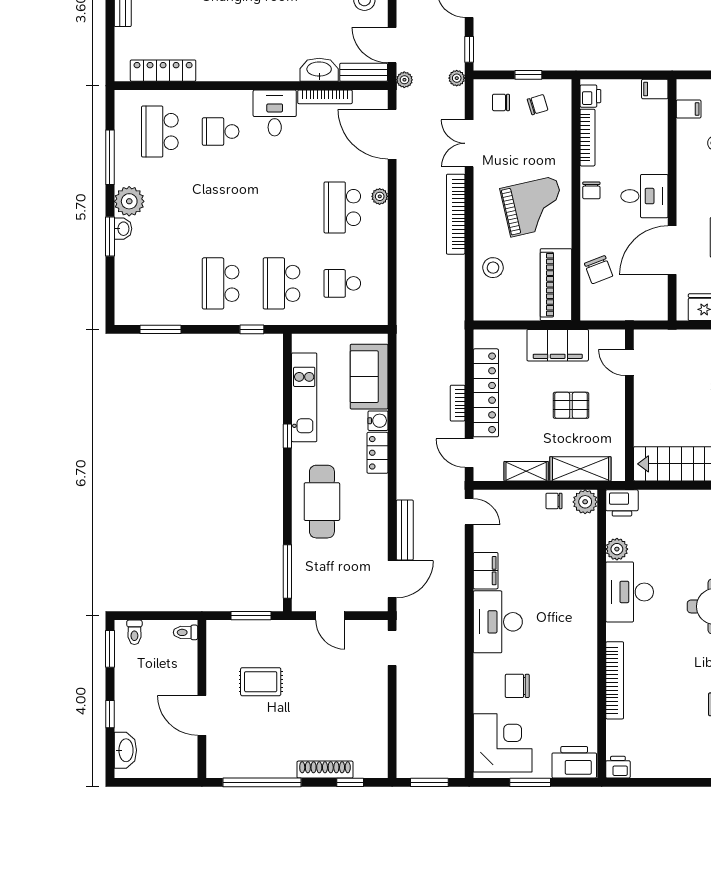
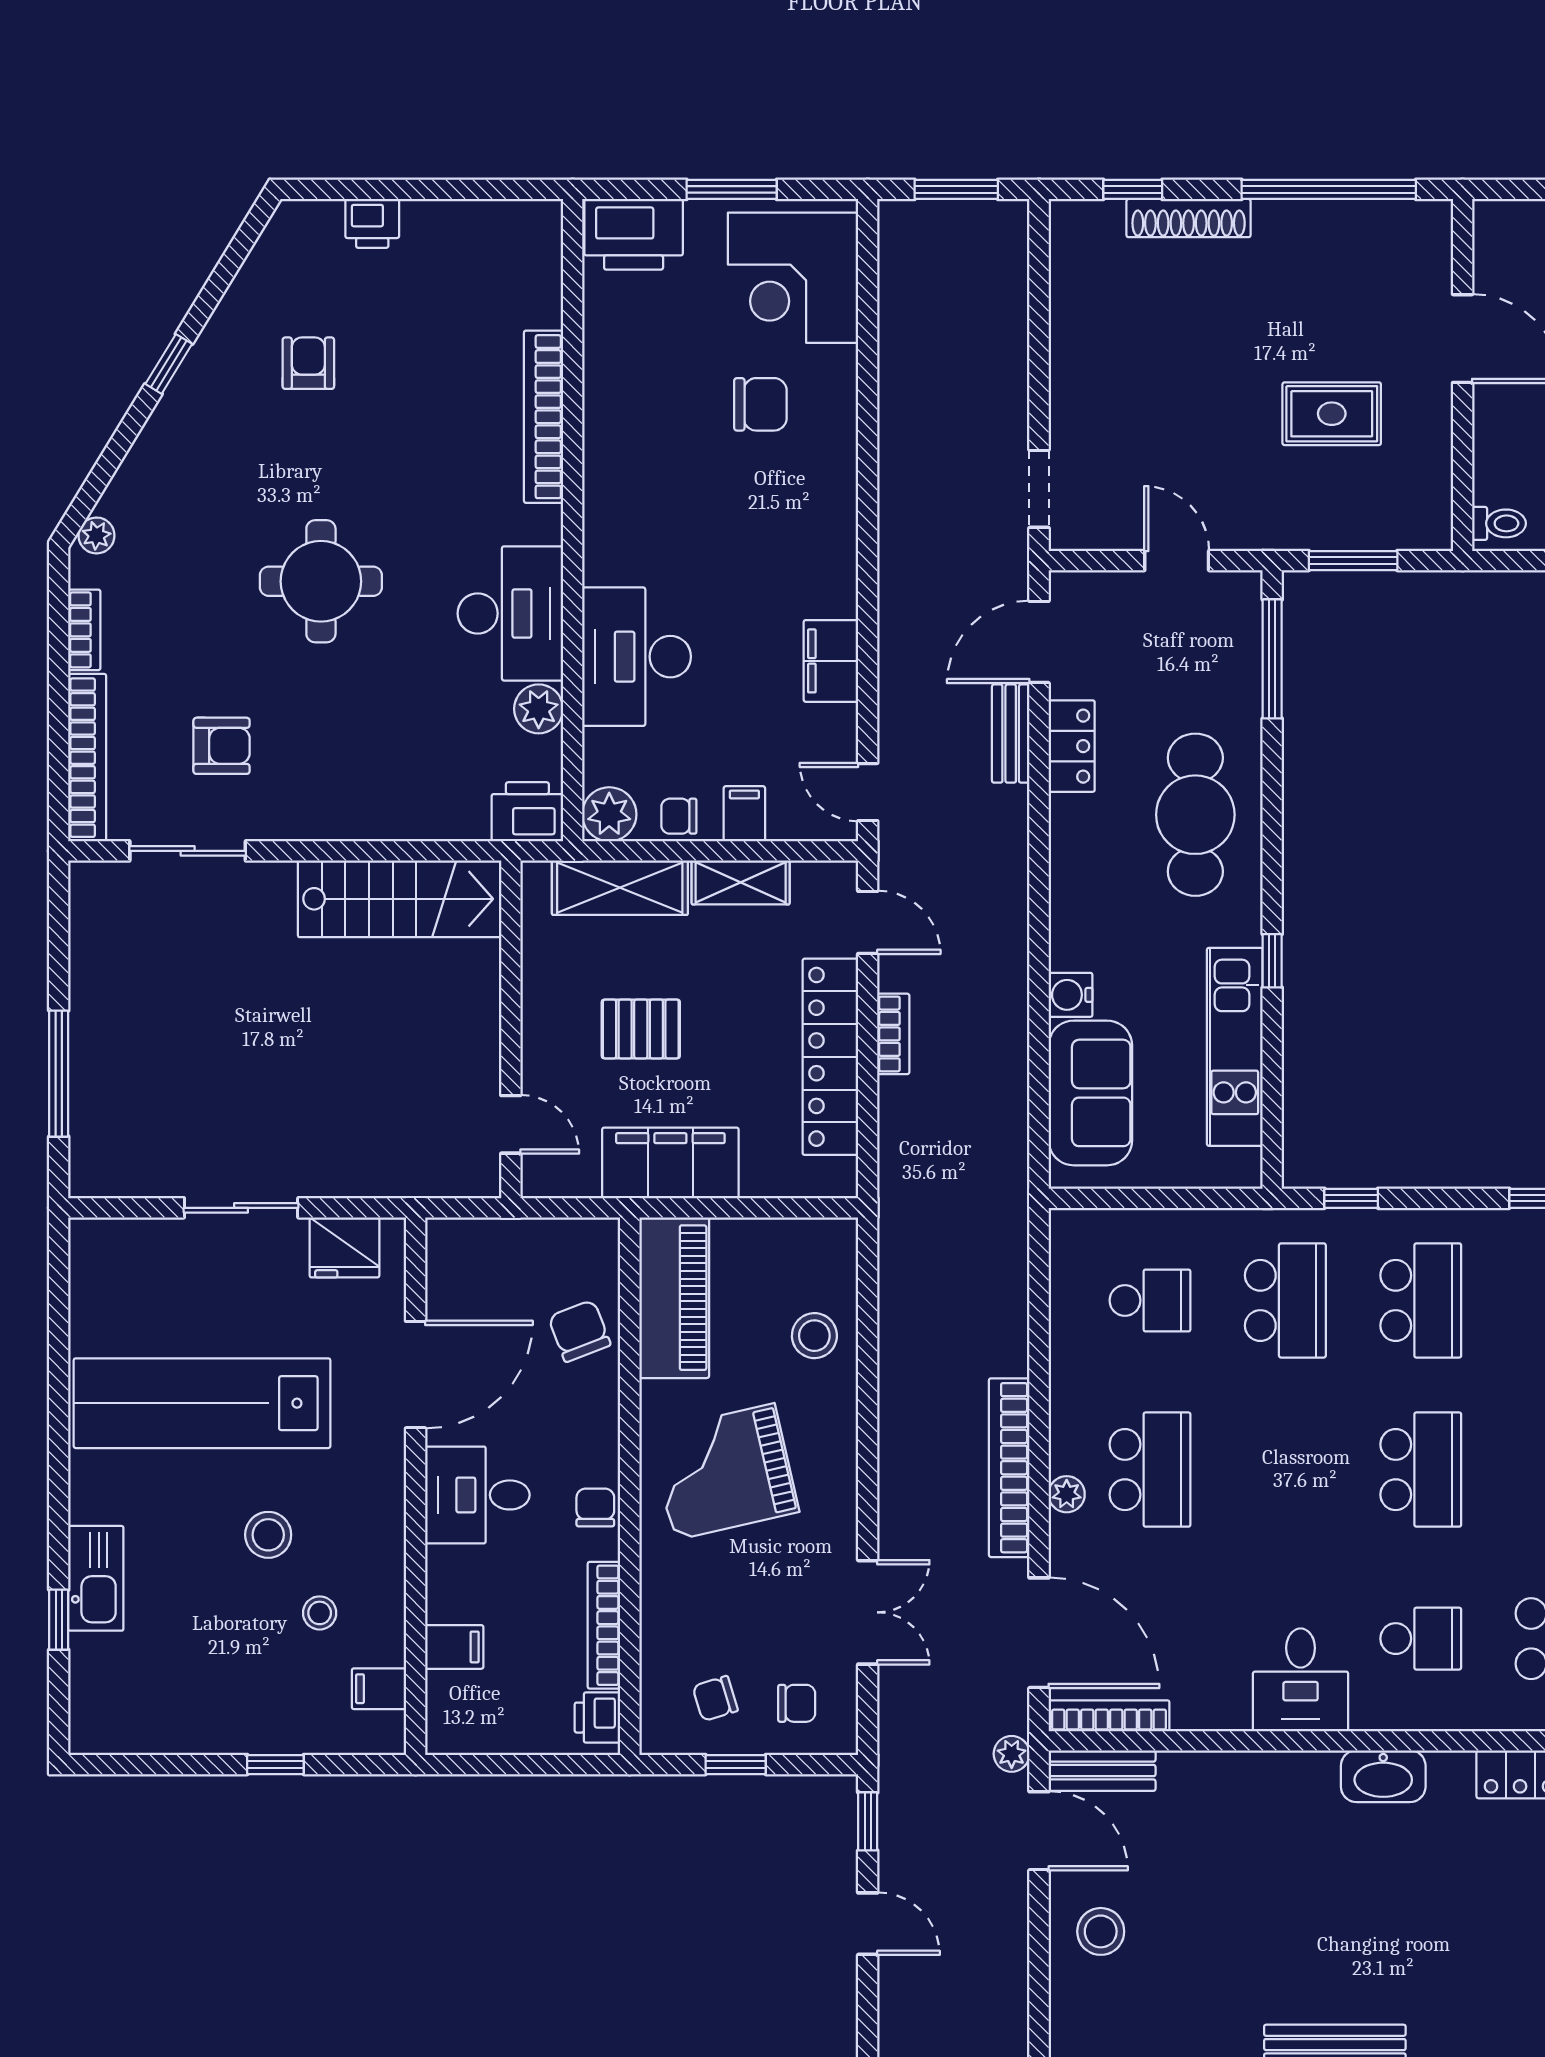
washbasin: (319, 70) -> (1383, 1776), moved
plant: (457, 78) -> (895, 1757), removed
filing cabinet: (655, 89) -> (454, 1647), moved
bookcase: (325, 97) -> (1109, 1716), moved
school desk: (221, 207) -> (1421, 1470), added
bookcase: (456, 214) -> (1009, 1468), moved, turned 180
locker: (377, 453) -> (1072, 746), moved
chair: (554, 501) -> (679, 816), turned 180
filing cabinet: (524, 502) -> (744, 814), added
bench: (405, 530) -> (1011, 734), width x0.73
desk: (498, 622) -> (637, 657), moved, turned 180
printer: (618, 767) -> (372, 223), moved

